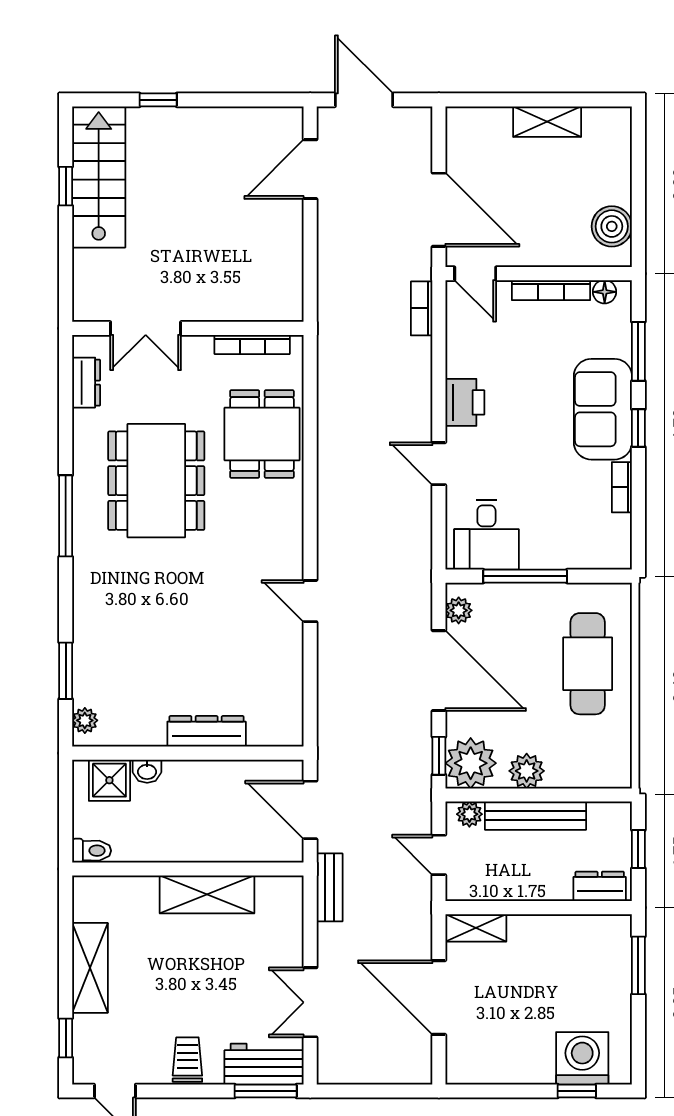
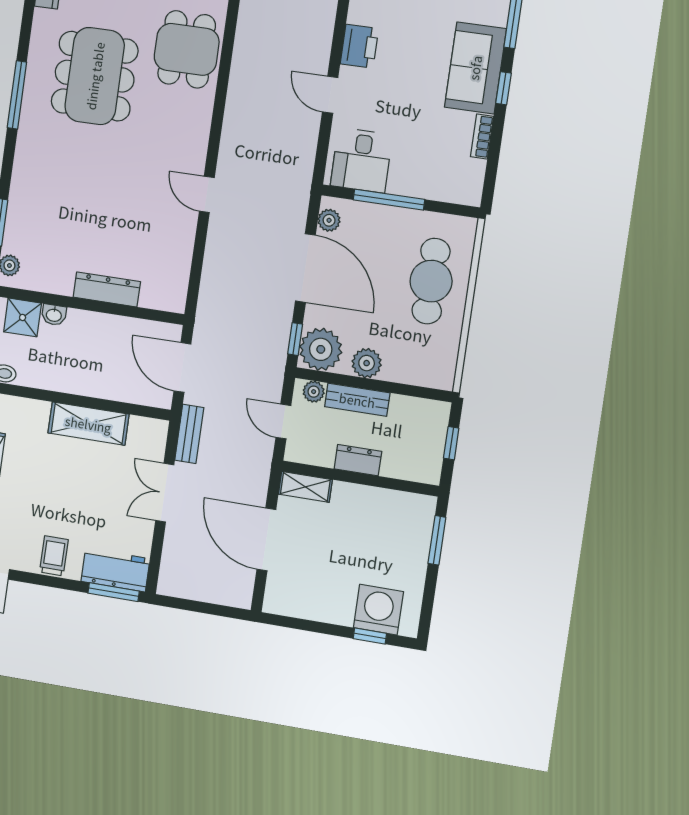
bench: (535, 816) -> (357, 400), width x0.73
dresser: (600, 886) -> (358, 460), moved
double door: (310, 1002) -> (165, 493), moved

